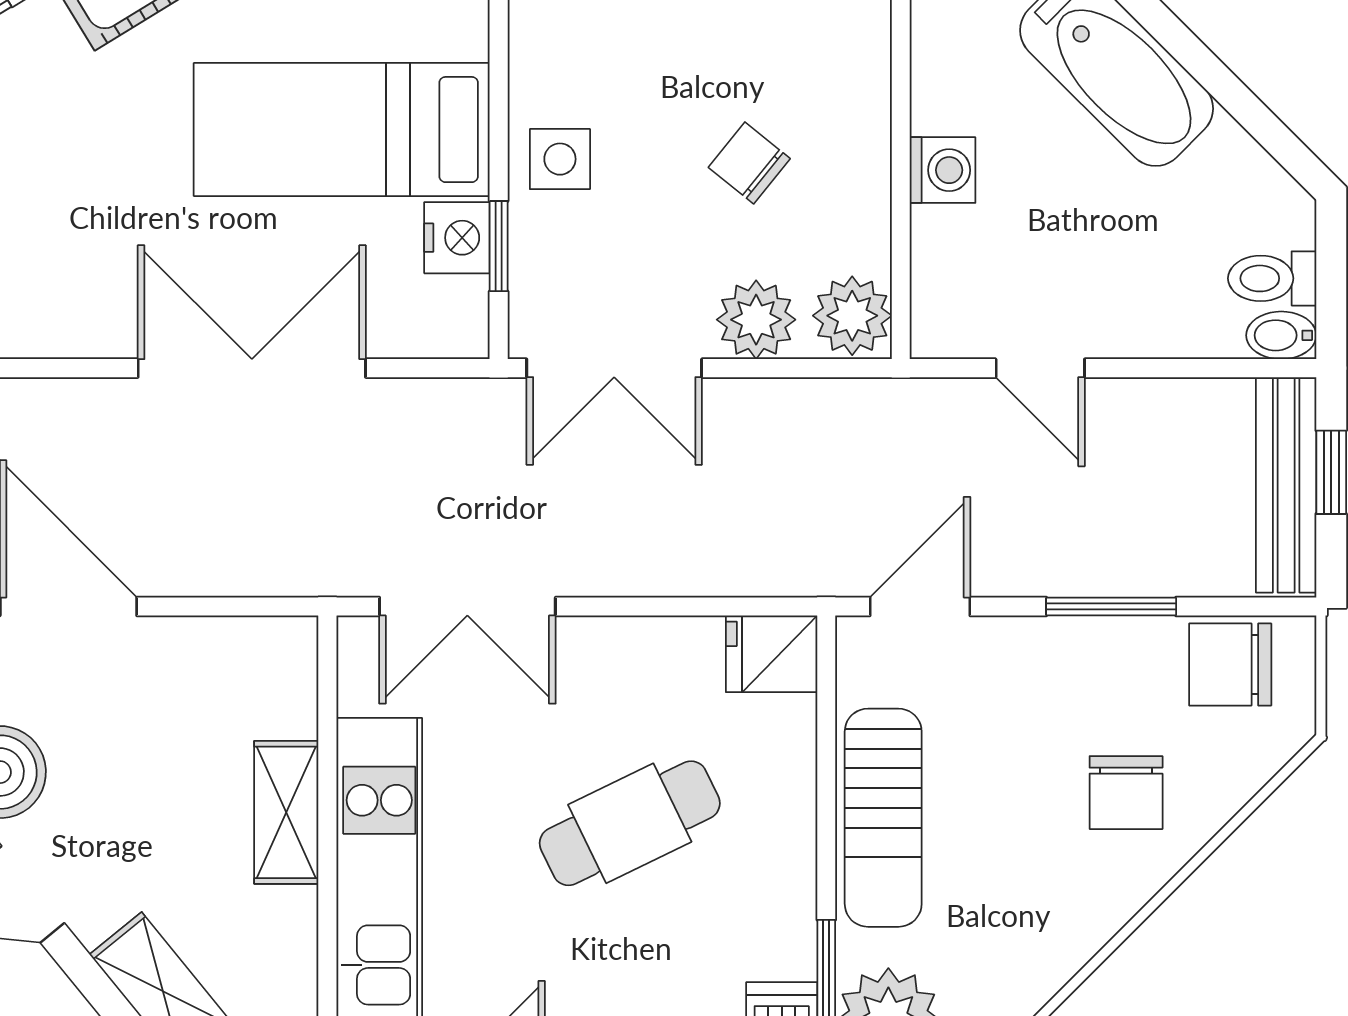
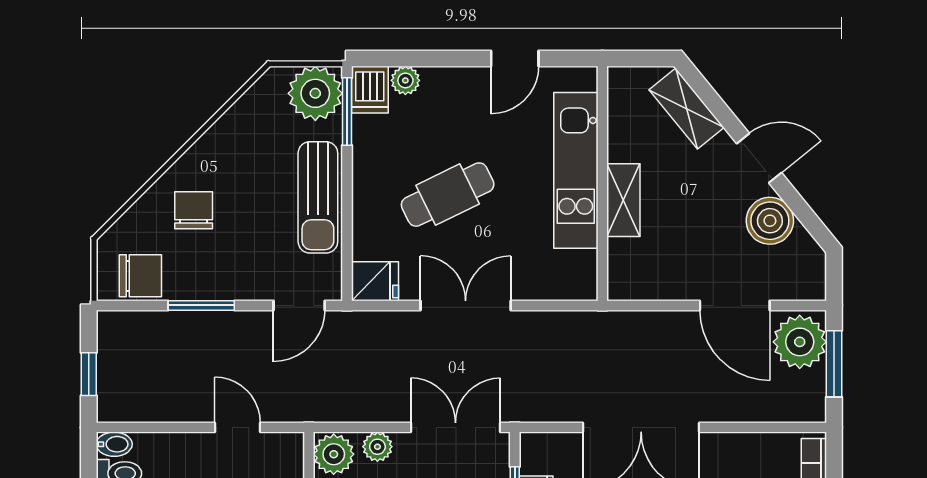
plant: (756, 320) -> (377, 447), width x0.73, depth x0.73
bench: (1286, 485) -> (112, 368), removed
double door: (467, 606) -> (466, 305), moved
sun lounger: (883, 818) -> (318, 197), turned 180

